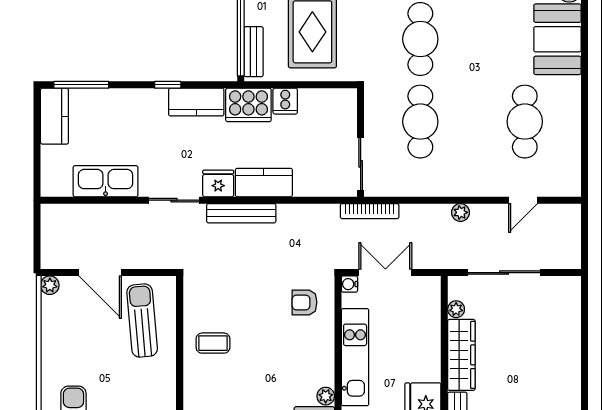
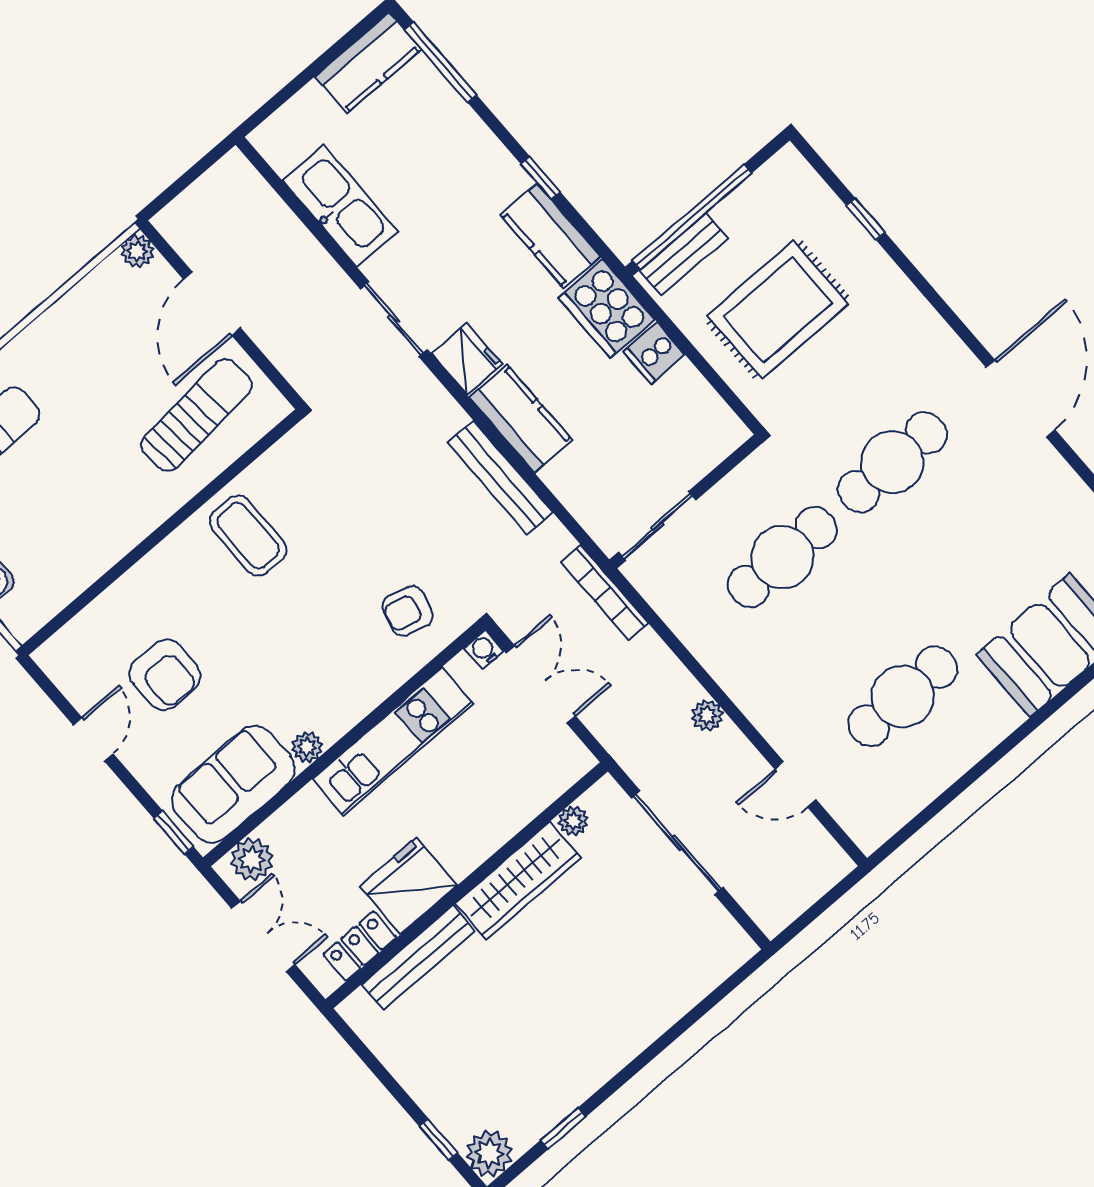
bench: (241, 213) -> (500, 477), moved
armchair: (304, 302) -> (408, 611), turned -75
coffee table: (213, 343) -> (248, 536), width x1.36, depth x1.30

